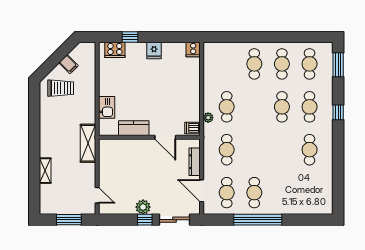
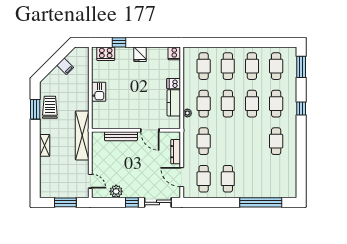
cafe table: (227, 64) -> (204, 66), added
trolley: (61, 88) -> (50, 107), moved, turned -90
kitchen sink: (107, 107) -> (99, 92), moved
cafe table: (254, 107) -> (228, 104), added
window: (34, 113) -> (35, 109), added
kitchen counter: (134, 128) -> (174, 103), moved, turned -90
dishwasher: (192, 128) -> (174, 84), moved
shelving: (88, 143) -> (82, 135), width x1.47
bench: (132, 144) -> (121, 136), added
shelving: (45, 171) -> (45, 145), moved
plant: (143, 207) -> (116, 191), moved
window: (258, 220) -> (261, 202), moved

